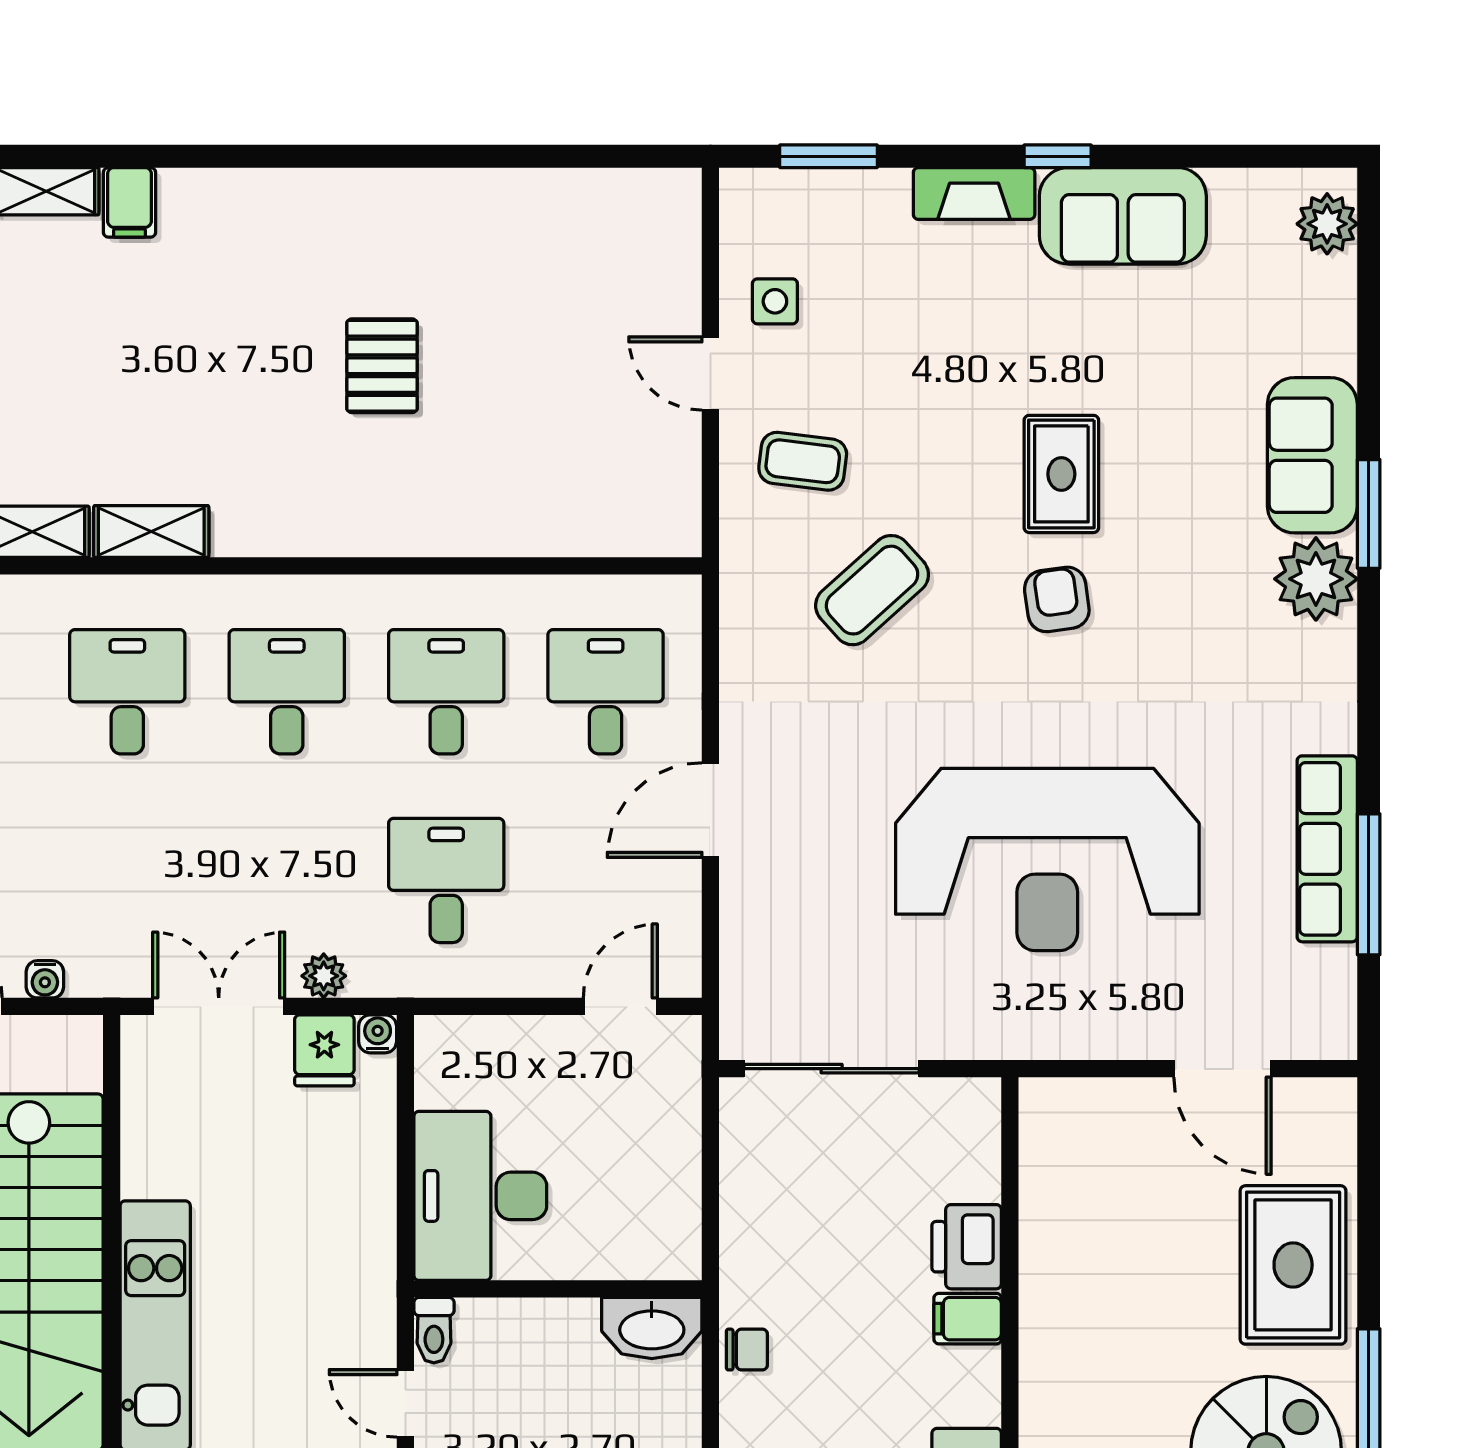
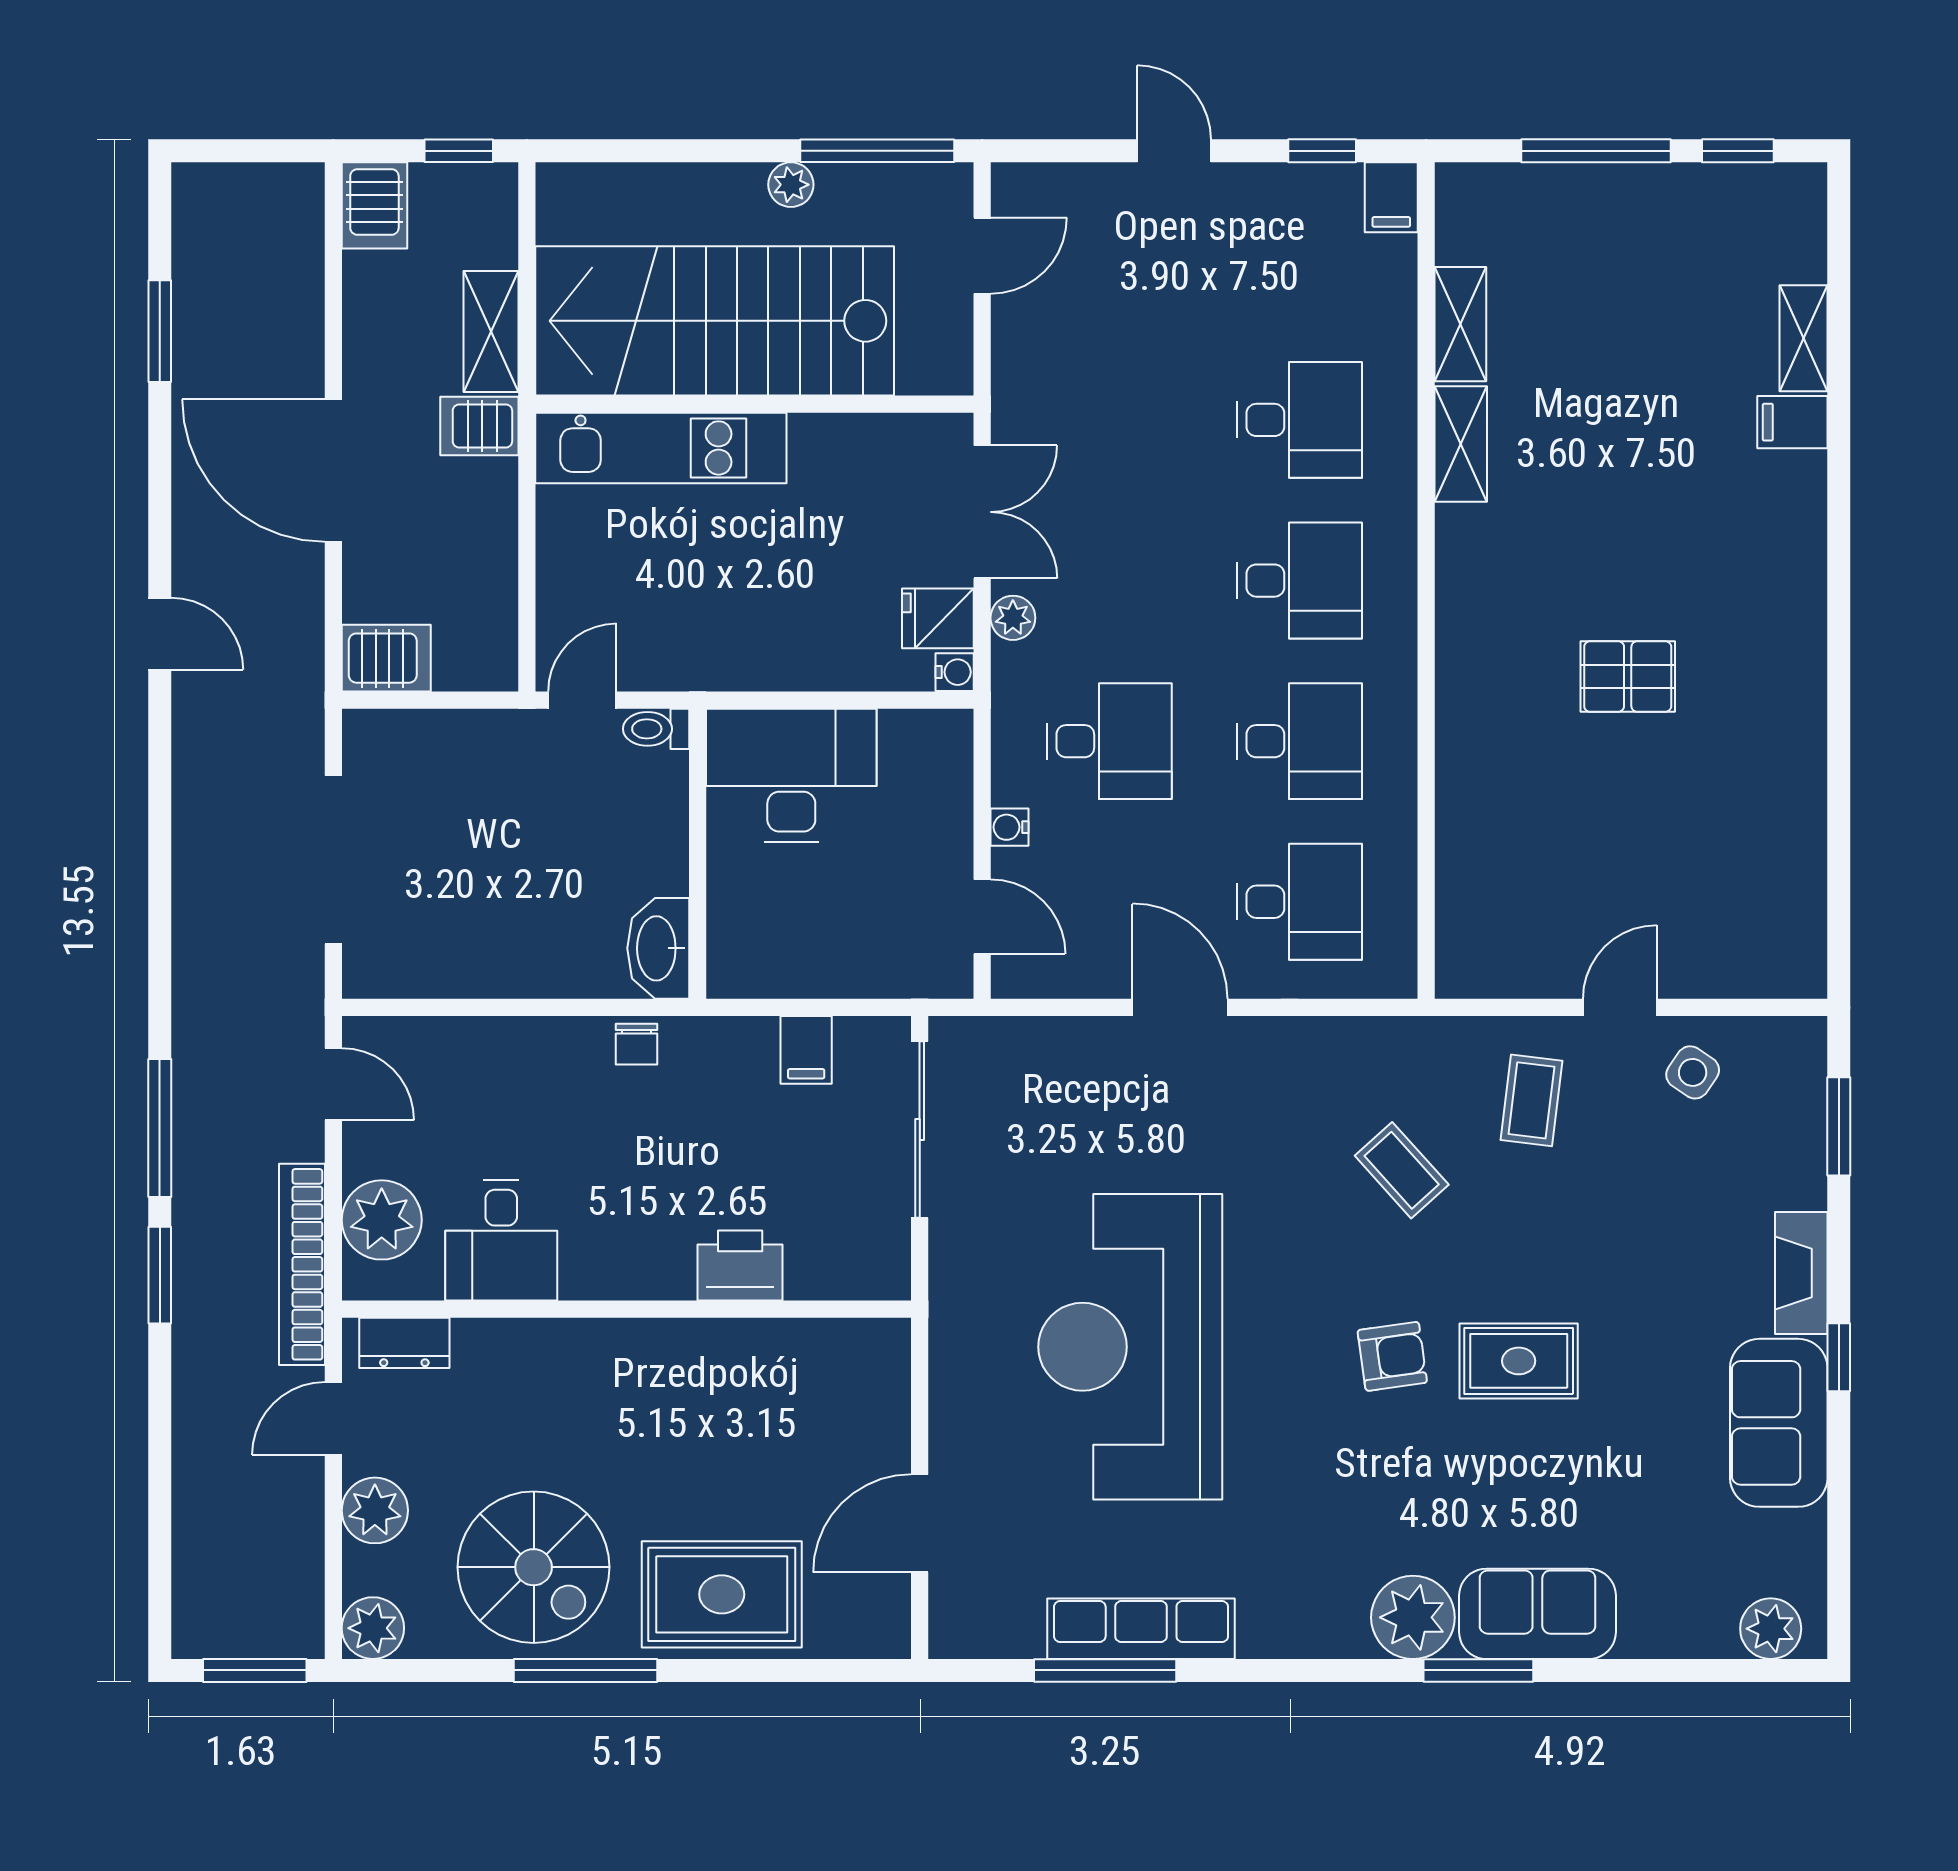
side table: (775, 301) -> (1693, 1072), turned 34
coffee table: (872, 590) -> (1402, 1170), width x0.73, depth x0.77
water cooler: (45, 979) -> (1009, 827), moved
filing cabinet: (968, 1319) -> (806, 1050), moved, turned 180

